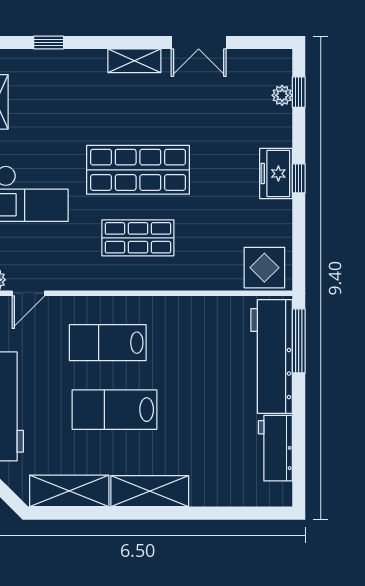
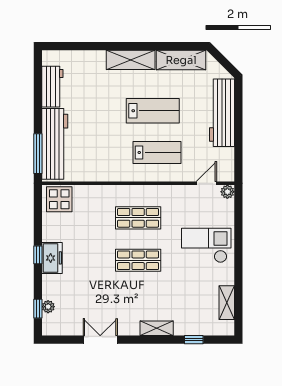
shelving: (134, 61) -> (157, 328), moved
shop shelf: (138, 170) -> (138, 260), width x0.70, depth x0.74

